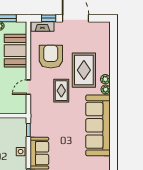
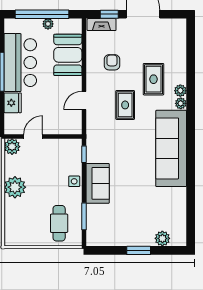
armchair: (51, 57) -> (112, 62), width x0.53, depth x0.53
rug: (84, 70) -> (153, 79), width x0.73, depth x0.70

